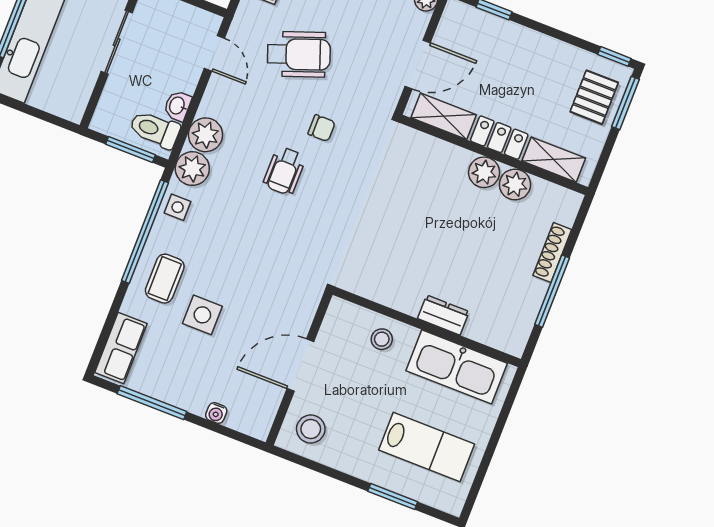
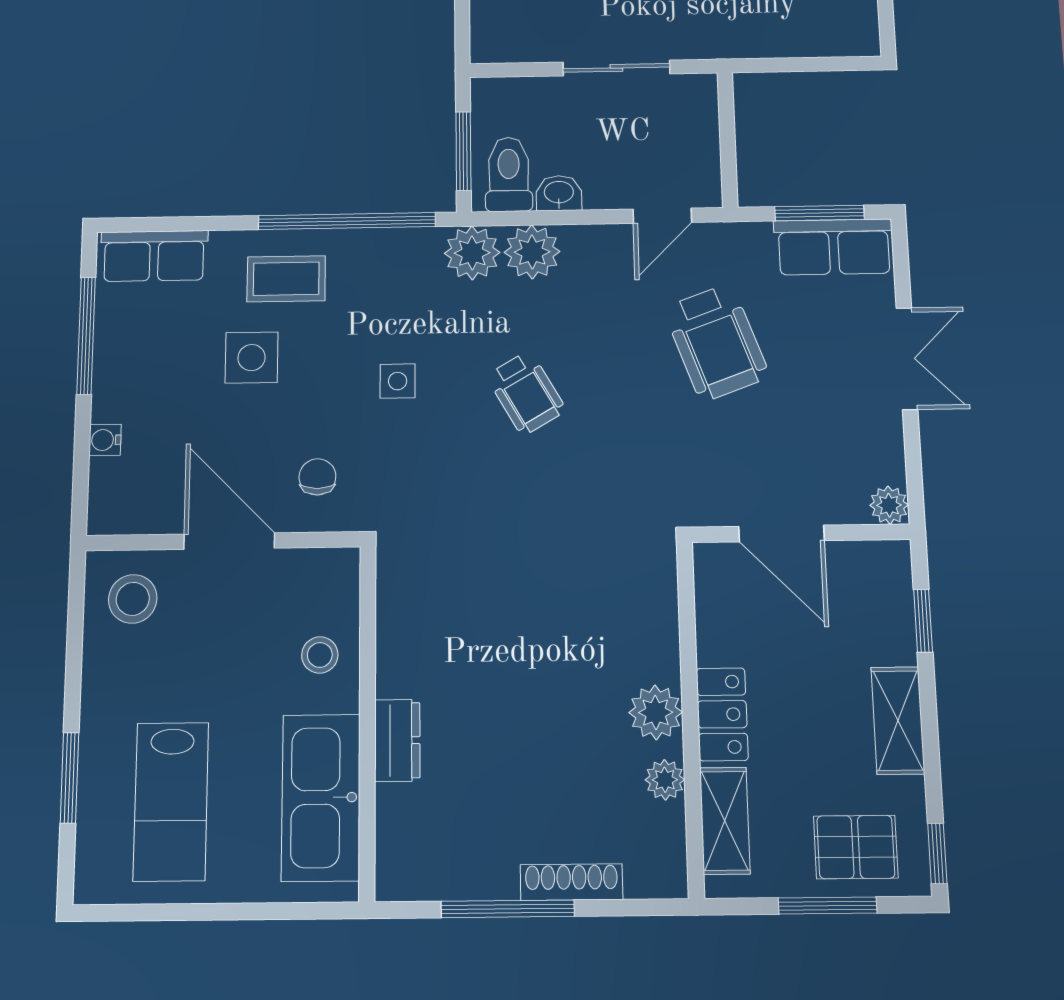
window: (626, 103) -> (828, 906), moved
shelving: (444, 116) -> (898, 720), moved
chair: (322, 128) -> (317, 477), moved, turned 180
wheelchair: (284, 171) -> (526, 393), turned -120
plant: (515, 184) -> (665, 780), width x0.73, depth x0.73
side table: (178, 207) -> (398, 381), moved

